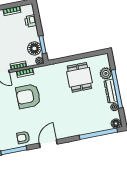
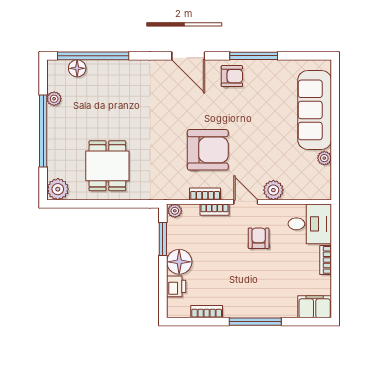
floor lamp: (34, 48) -> (179, 262), moved
plant: (106, 73) -> (58, 189), moved
dresser: (111, 91) -> (55, 129), removed
floor lamp: (116, 123) -> (77, 68), moved
door: (48, 144) -> (188, 56), hinge flipped

